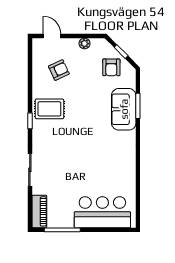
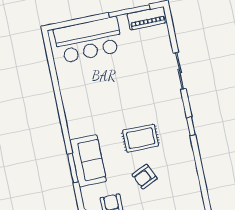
armchair: (59, 70) -> (145, 177), moved
rug: (49, 109) -> (141, 138), moved
piano: (39, 211) -> (147, 18), moved, turned -90

